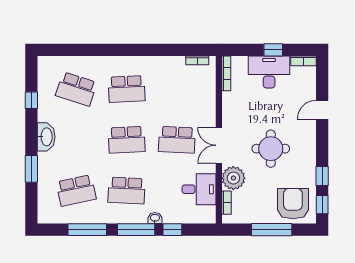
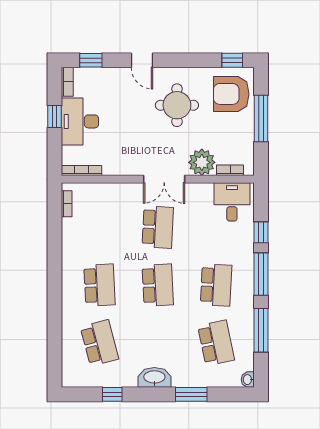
school desk: (76, 89) -> (99, 343), turned -33
door: (322, 110) -> (142, 60), moved
round table: (271, 149) -> (177, 105), moved
window: (322, 176) -> (91, 60), moved
desk: (199, 189) -> (232, 202), moved
washbasin: (155, 218) -> (248, 380), moved

